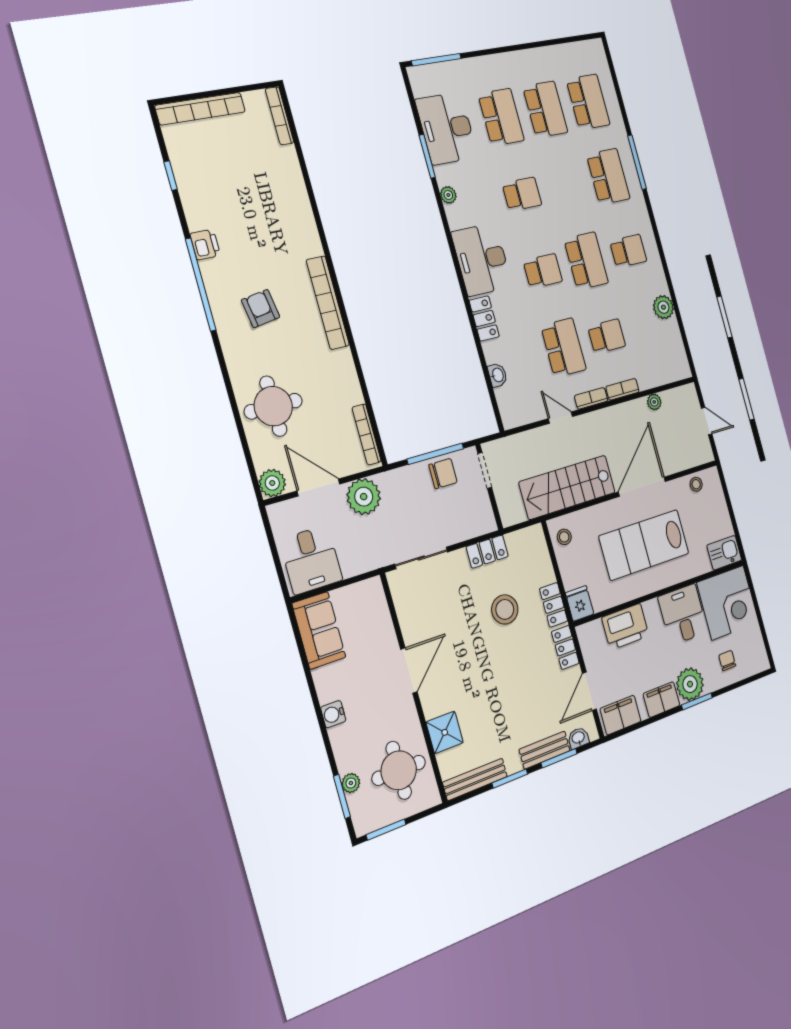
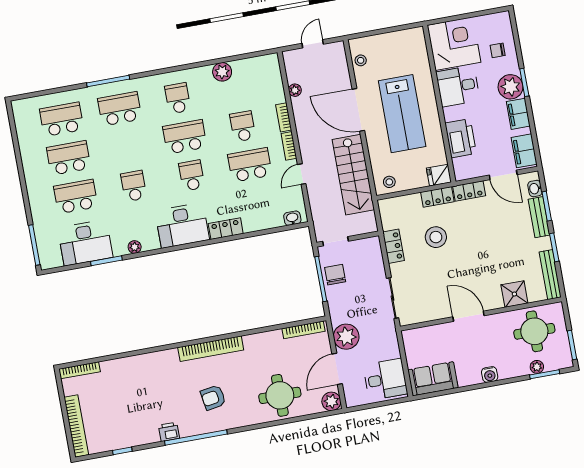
washbasin: (497, 375) -> (292, 218), moved
kitchen sink: (724, 553) -> (416, 42), removed

